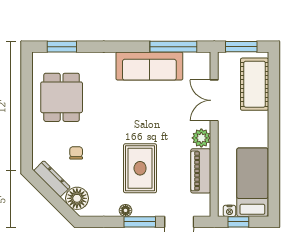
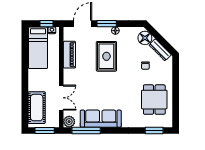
plant: (201, 138) -> (69, 122), moved

